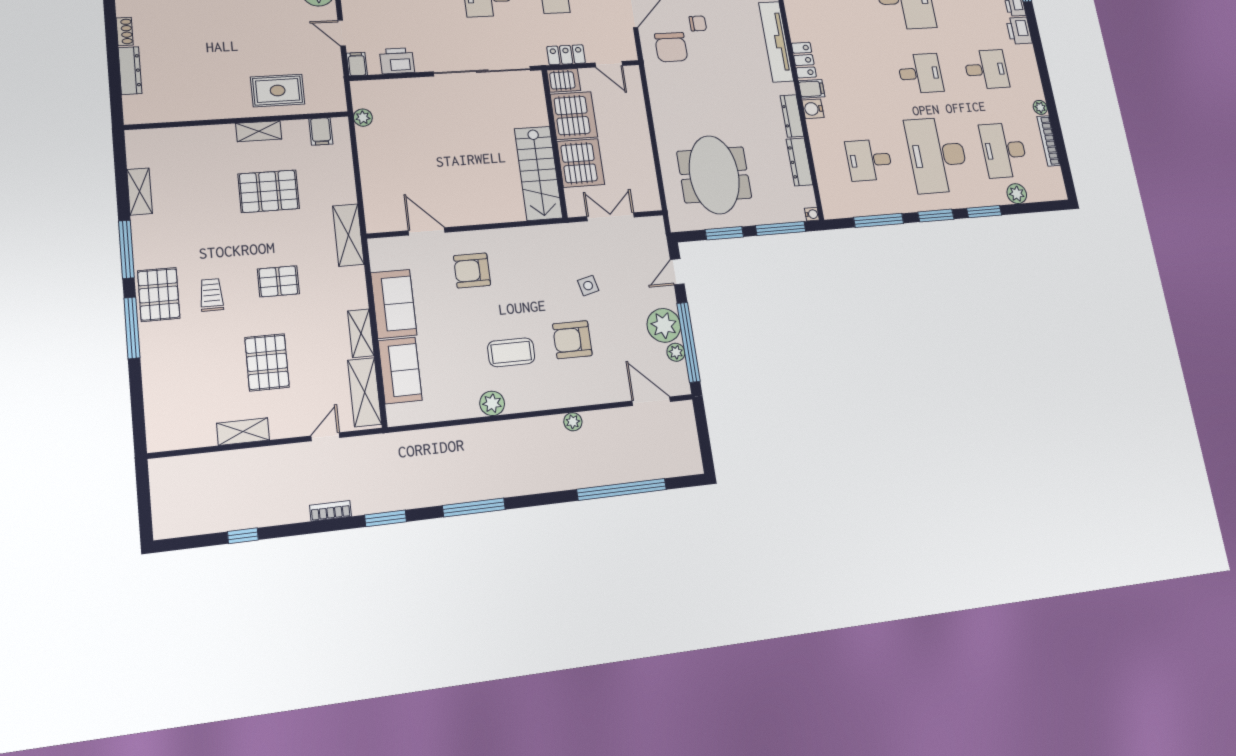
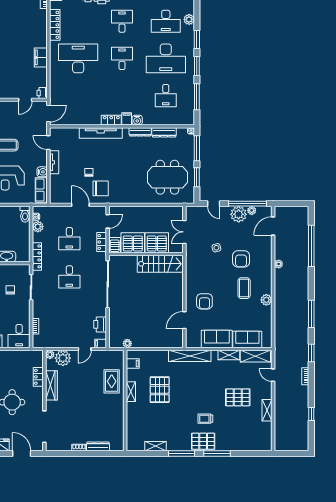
shelving: (348, 235) -> (190, 356), width x1.47
pallet: (278, 281) -> (202, 389), removed

